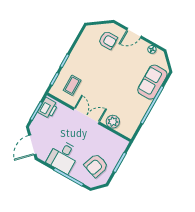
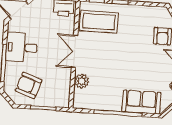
coffee table: (72, 85) -> (99, 22), width x1.86, depth x1.72
double door: (86, 116) -> (75, 51), swing flipped

